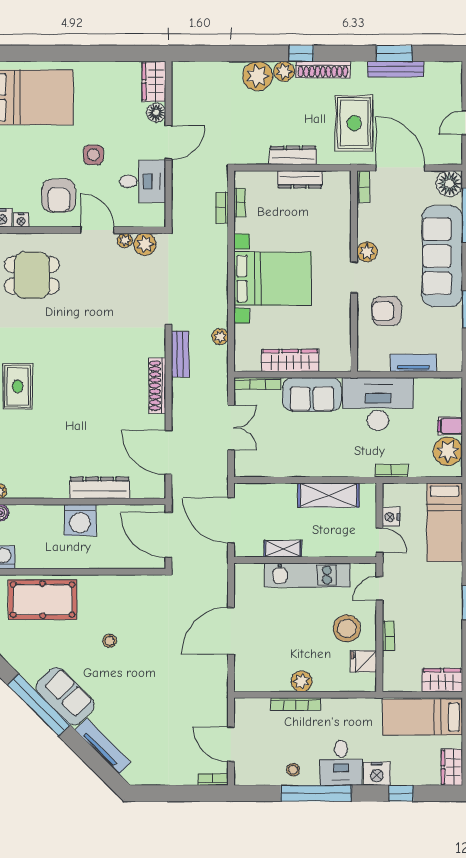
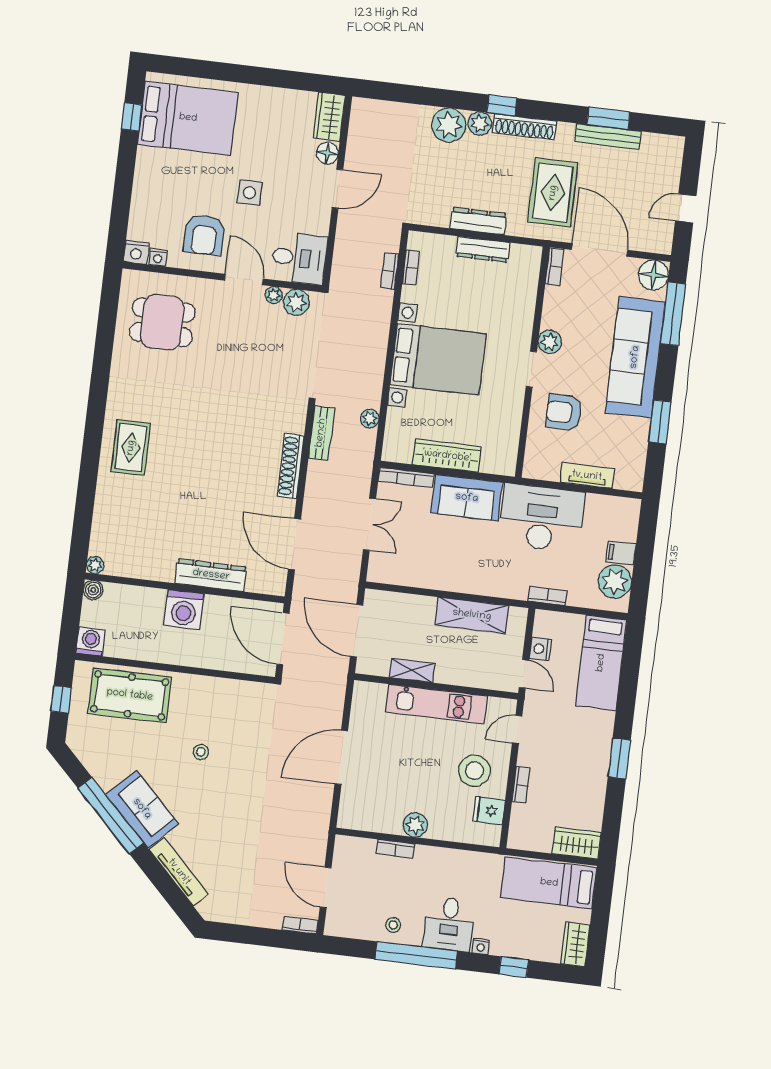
desk: (143, 181) -> (299, 258), moved
bookcase: (296, 704) -> (395, 849), width x0.64
nightstand: (377, 774) -> (481, 946), width x0.53, depth x0.56

